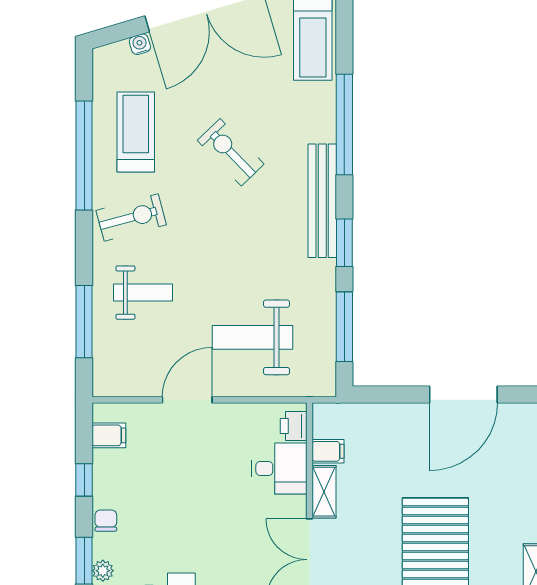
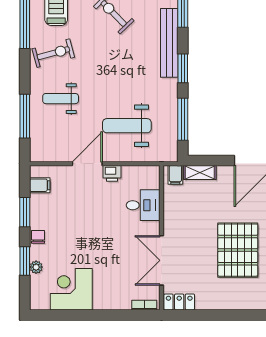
weight bench: (143, 293) -> (61, 99), turned 180
printer: (294, 426) -> (112, 173), moved, turned -90
filing cabinet: (328, 451) -> (175, 175), moved, turned 90
window: (84, 480) -> (25, 212), width x1.50
shelving: (324, 492) -> (200, 172), moved, turned 90

